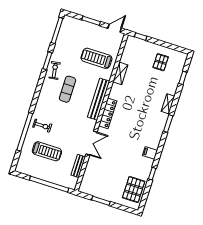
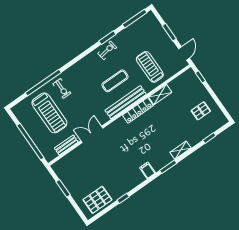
door: (115, 28) -> (184, 53), hinge flipped
exercise mat: (67, 89) -> (115, 81), moved
locker: (108, 113) -> (138, 110), moved
double door: (92, 143) -> (92, 134), swing flipped
treadmill: (47, 151) -> (49, 113), width x1.37, depth x1.38
filing cabinet: (150, 153) -> (148, 170), moved

